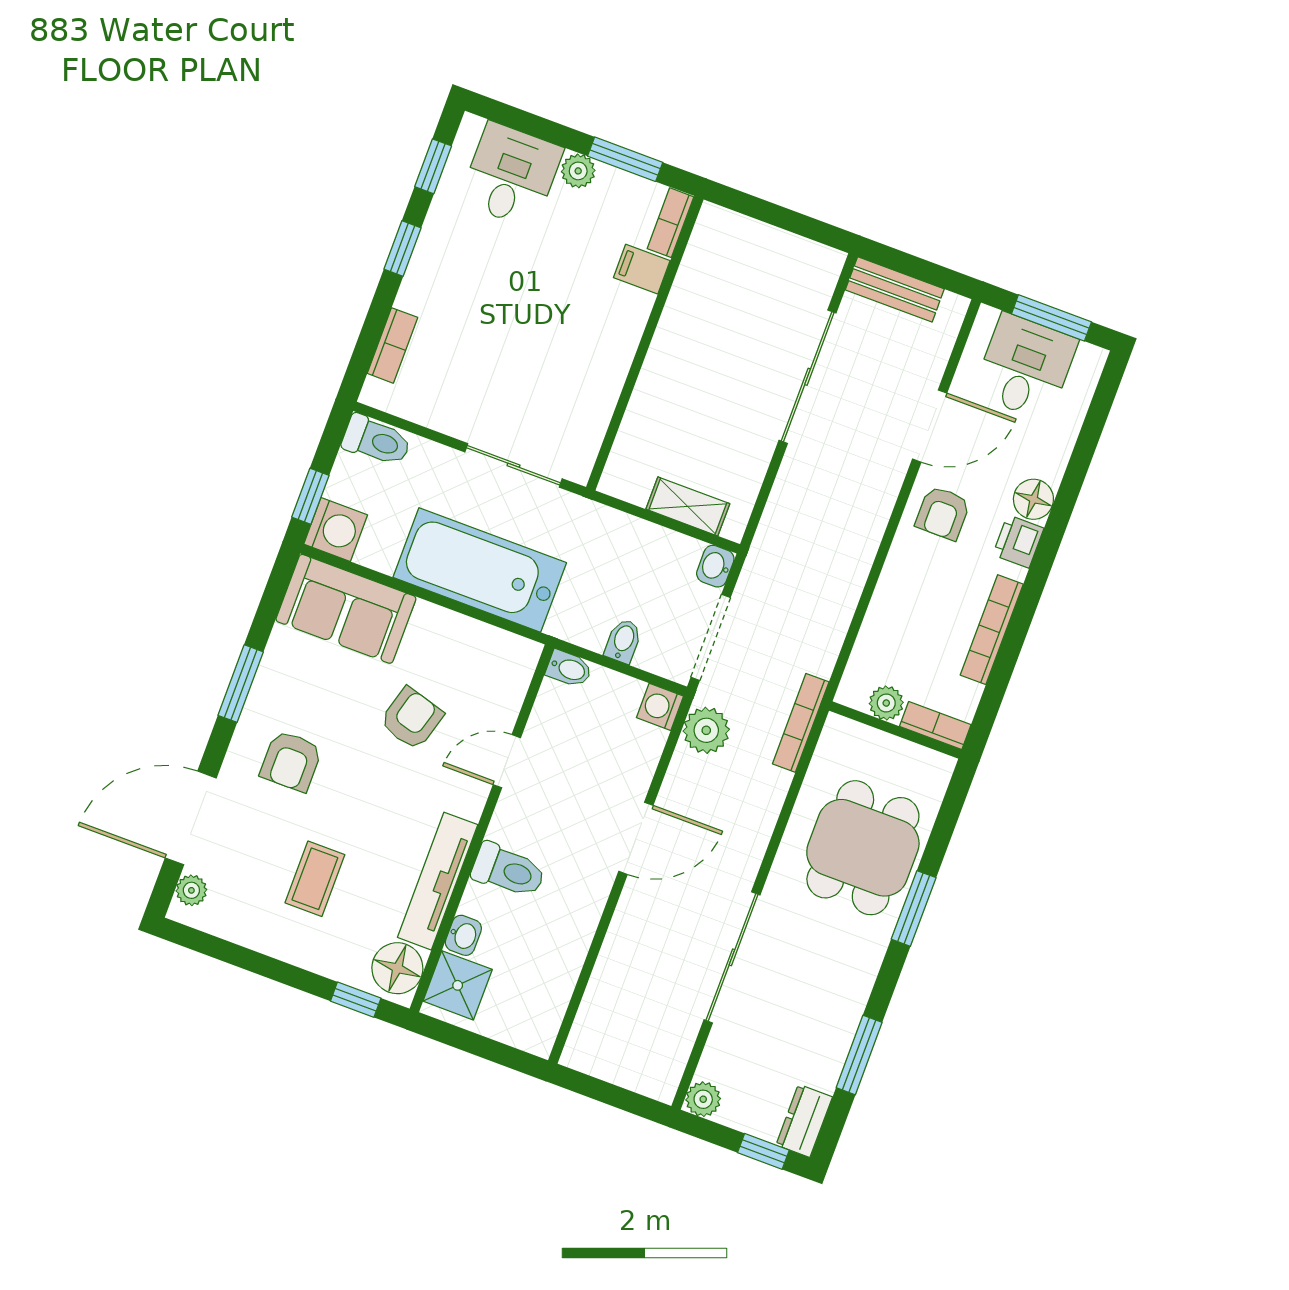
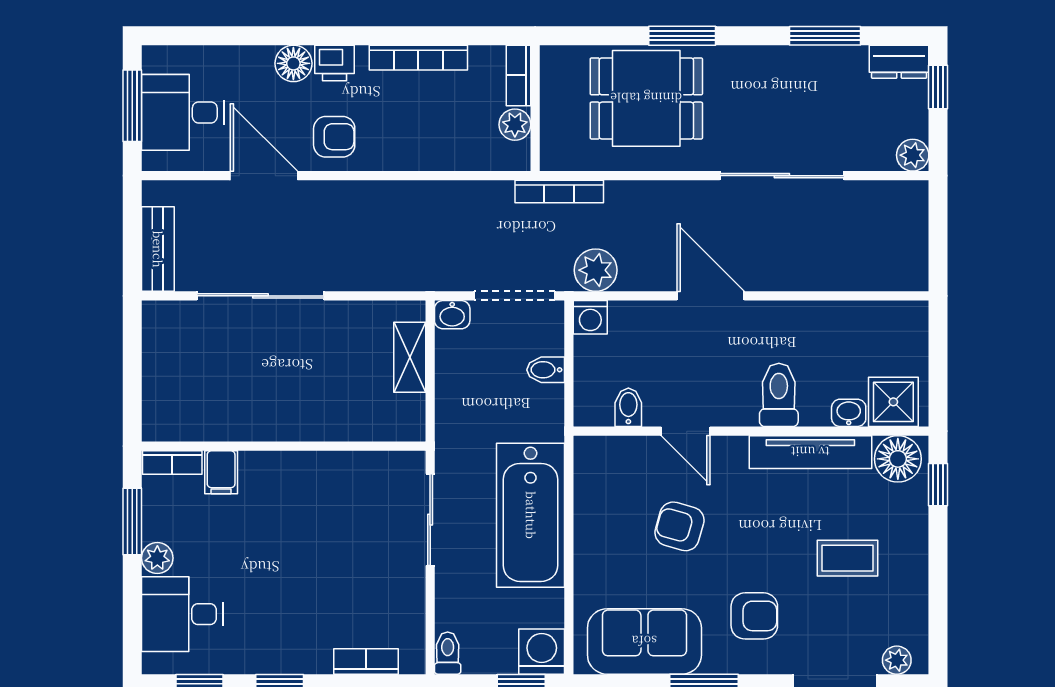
toilet: (377, 441) -> (448, 653), width x0.73, depth x0.72
sofa: (346, 609) -> (644, 641), moved, turned -90
bidet: (569, 669) -> (628, 407), moved

